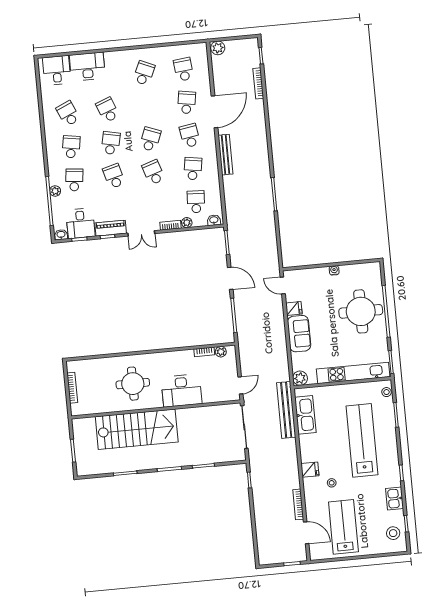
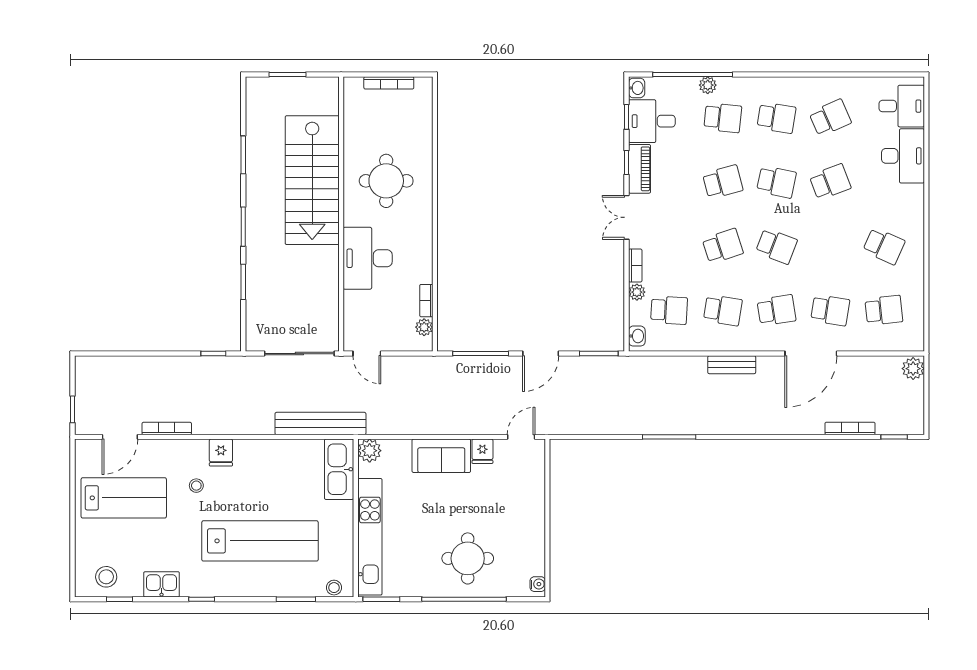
door: (214, 112) -> (811, 354), hinge flipped
bench: (225, 155) -> (732, 365), width x0.73
water cooler: (334, 270) -> (538, 584), moved
round table: (361, 311) -> (468, 558), width x0.73, depth x0.73
kitchen sink: (305, 415) -> (339, 469), moved, turned 90

